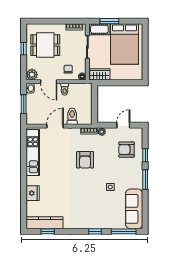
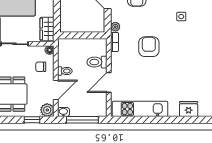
window: (24, 49) -> (32, 120), moved
window: (24, 104) -> (82, 120), width x1.44
door: (55, 126) -> (109, 82), hinge flipped
armchair: (85, 160) -> (149, 47), turned -90

